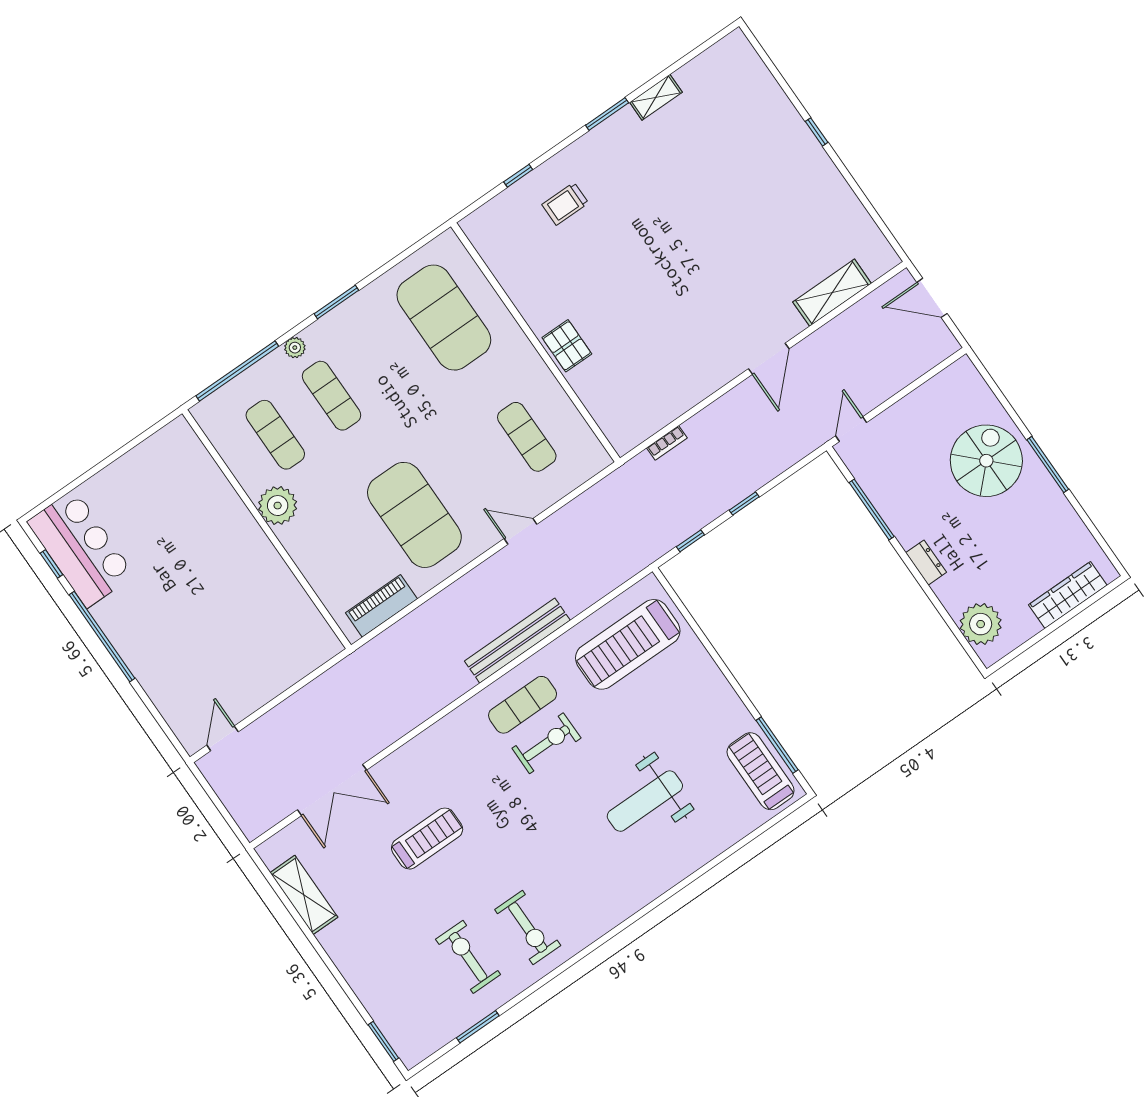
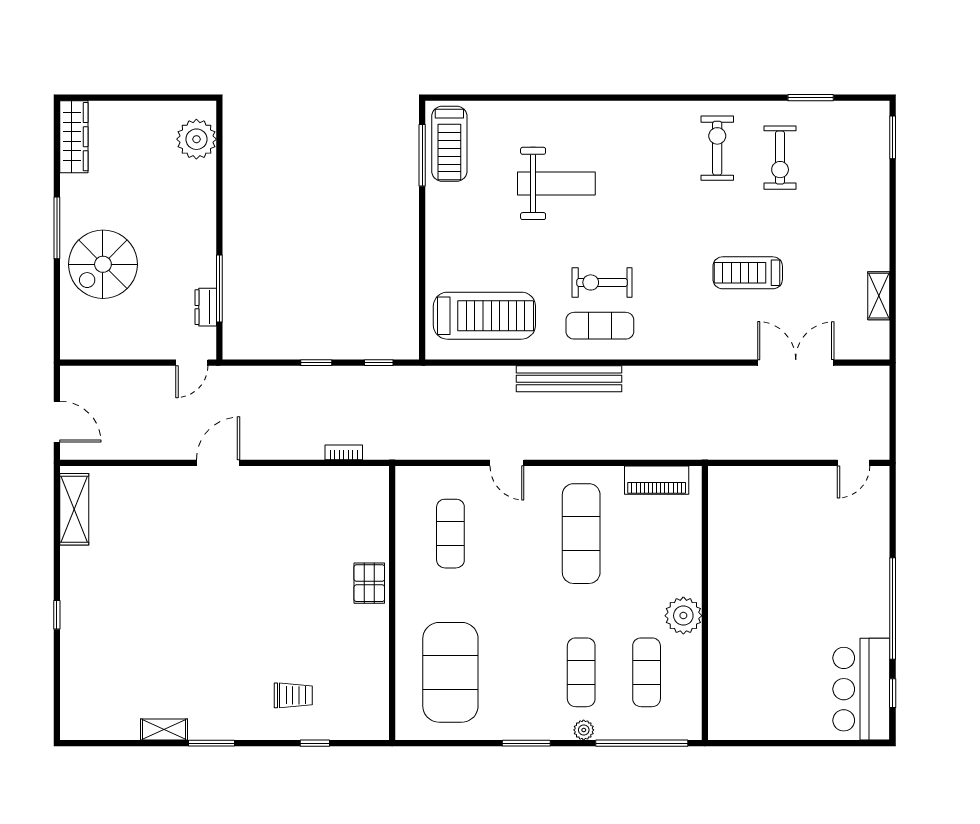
shelving: (832, 293) -> (74, 509), moved, turned 90
exercise mat: (414, 515) -> (581, 534), width x0.68
dresser: (926, 563) -> (206, 307), moved
wardrobe: (1068, 595) -> (74, 137), moved, turned -90
shelving: (304, 895) -> (879, 296), width x0.67, depth x0.75

